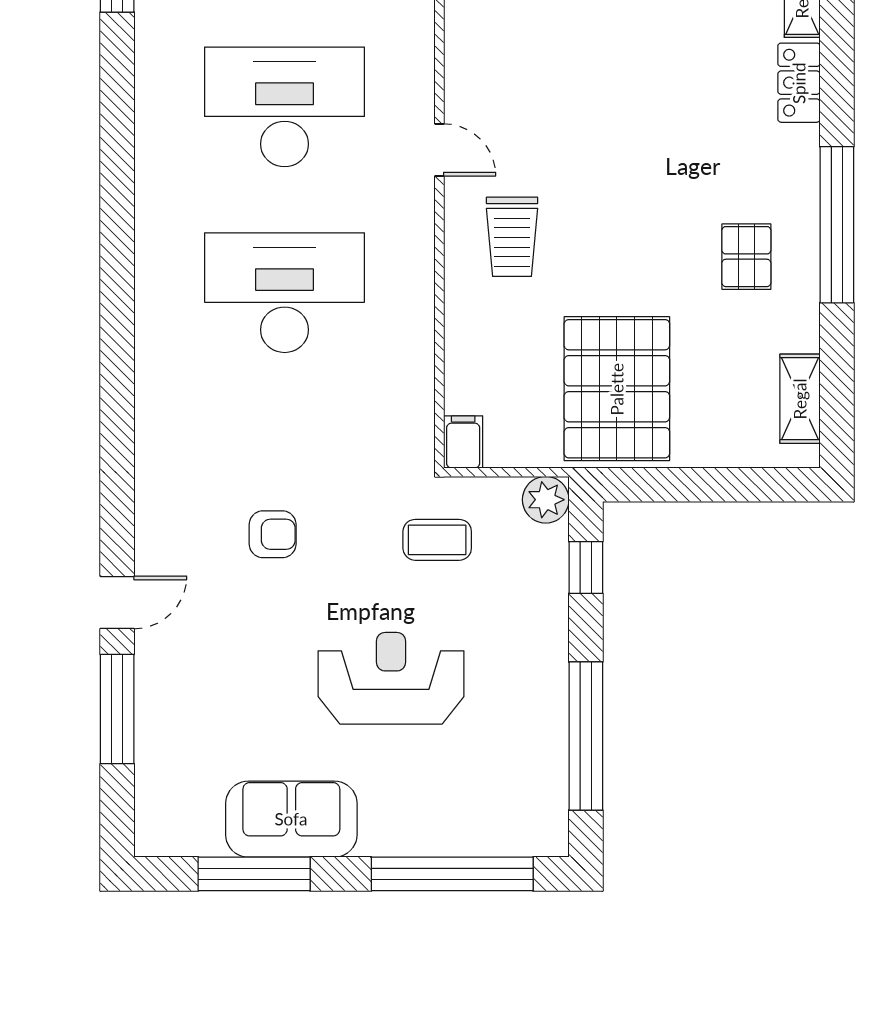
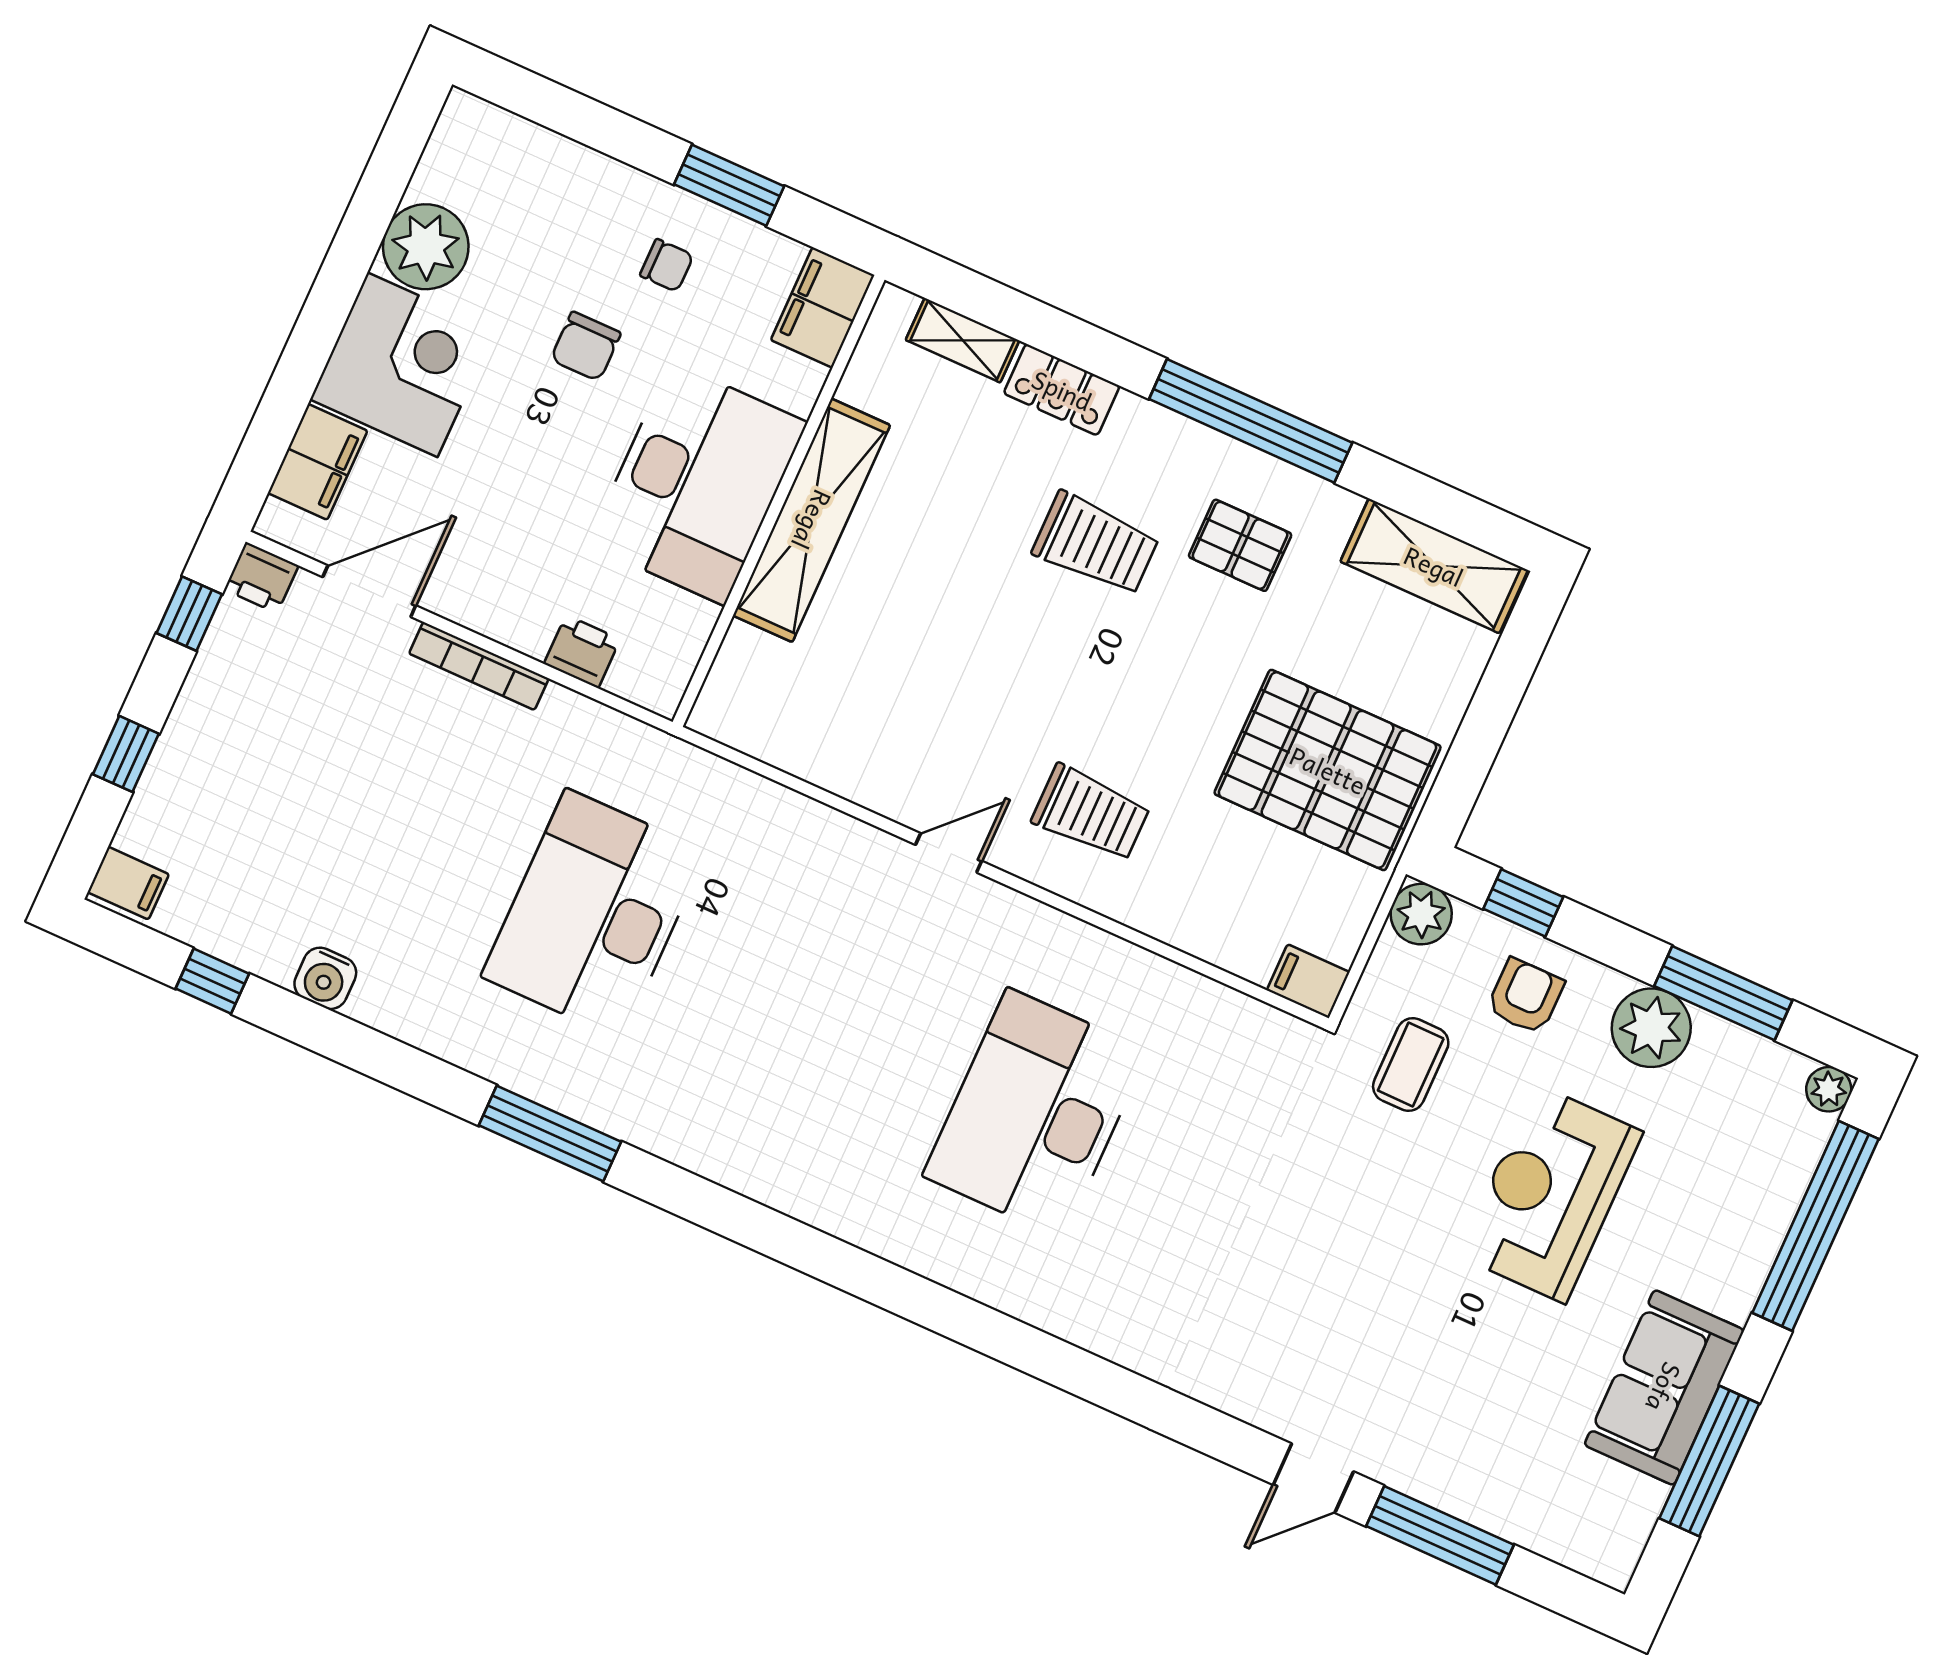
desk: (285, 107) -> (815, 1014), removed
trolley: (702, 155) -> (1096, 544), added
shelving: (800, 399) -> (1434, 566), width x1.50, depth x1.33
armchair: (273, 534) -> (1525, 996), moved
door: (117, 602) -> (1313, 1478), swing flipped
plant: (539, 696) -> (1651, 1028), added
window: (586, 736) -> (1723, 993), width x0.68
plant: (552, 840) -> (1829, 1089), added

